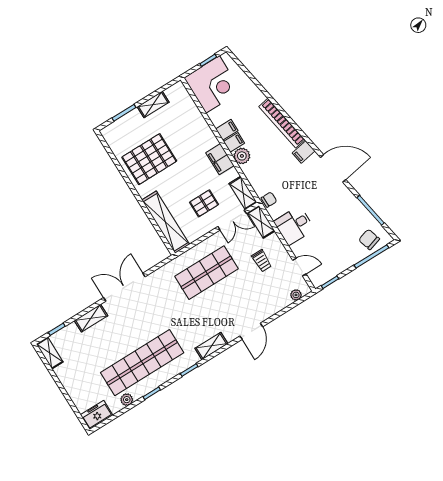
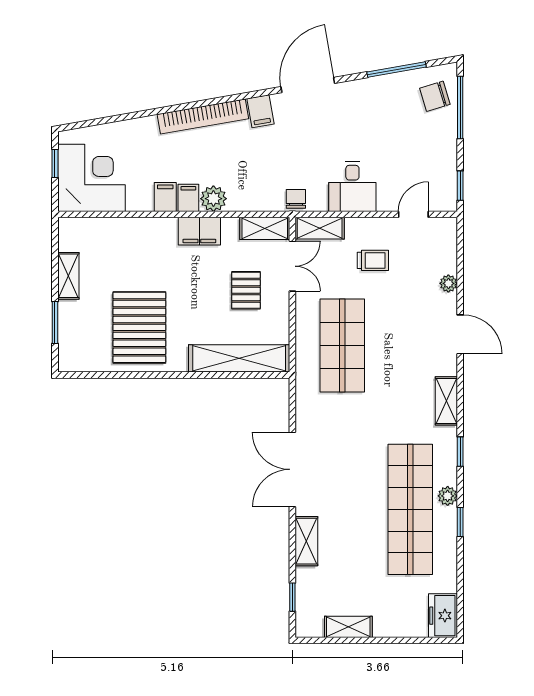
plant: (296, 295) -> (448, 283), moved
shelving: (50, 353) -> (348, 627), moved
plant: (127, 400) -> (448, 496), moved

